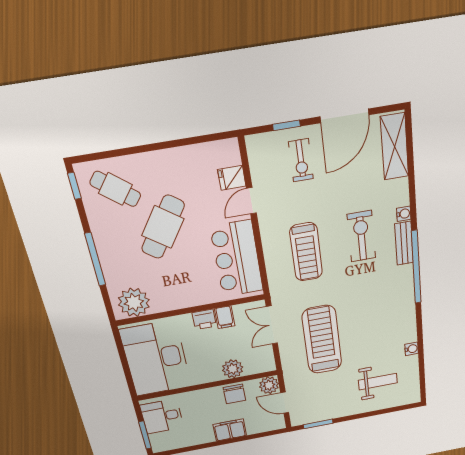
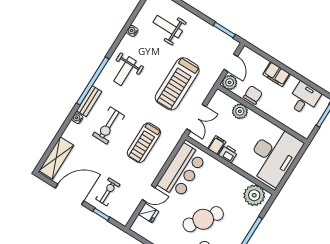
treadmill: (306, 252) -> (144, 143), turned 180
weight bench: (388, 306) -> (125, 71), added
desk: (162, 416) -> (304, 99), moved, turned -90

